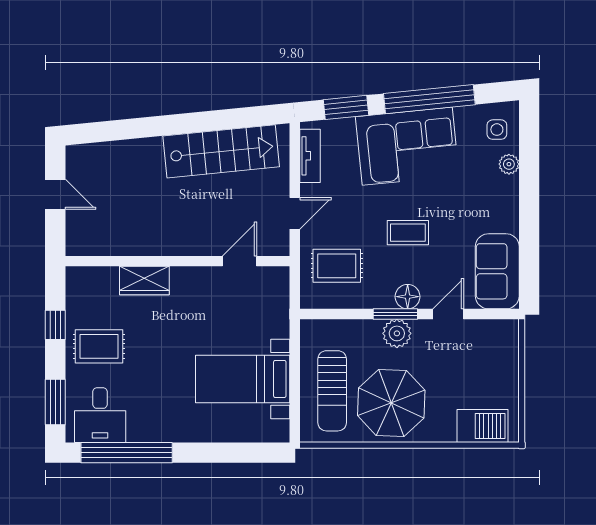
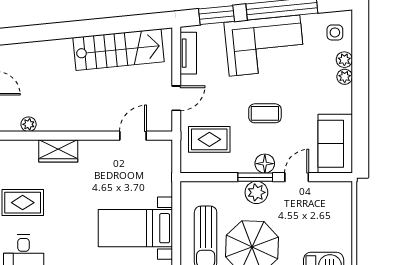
plant: (509, 186) -> (345, 77), added
plant: (106, 247) -> (29, 124), added

